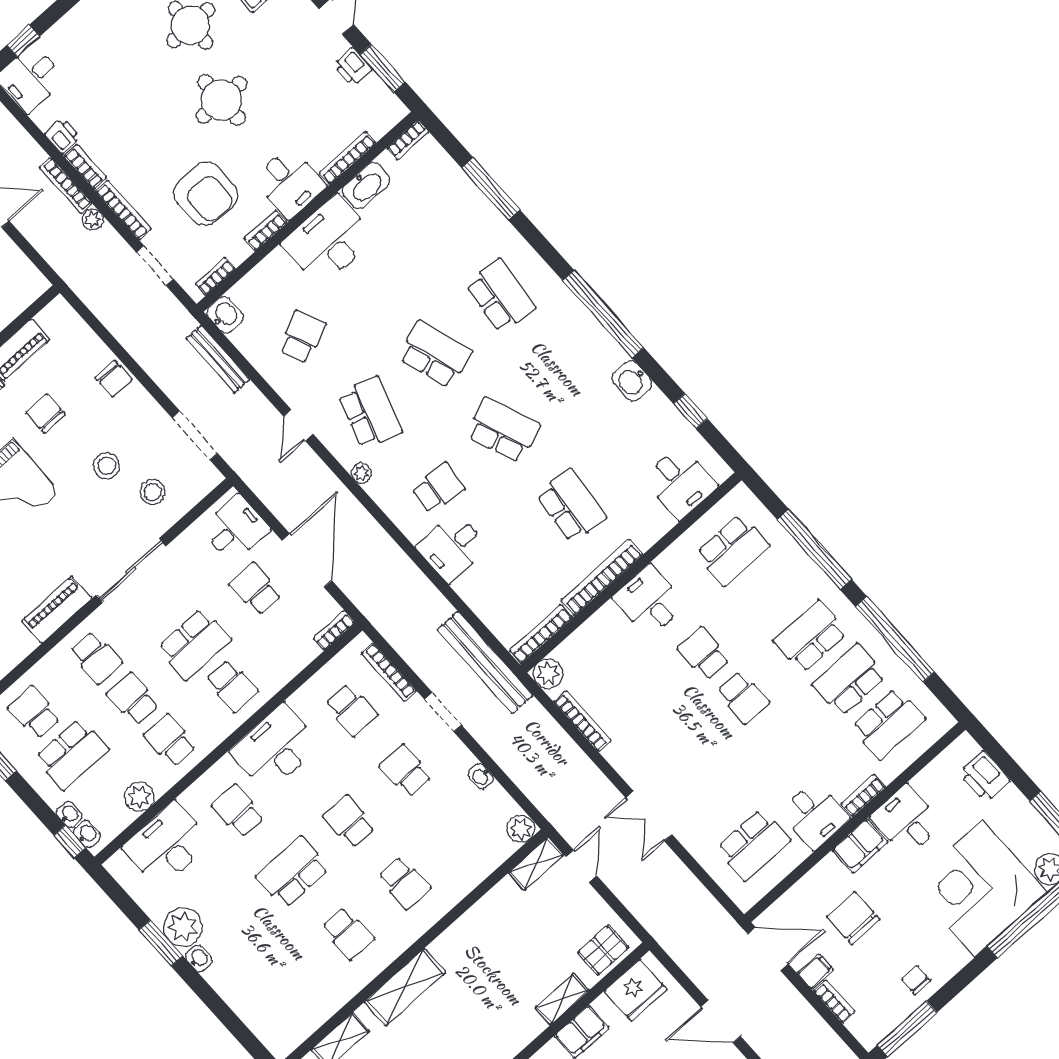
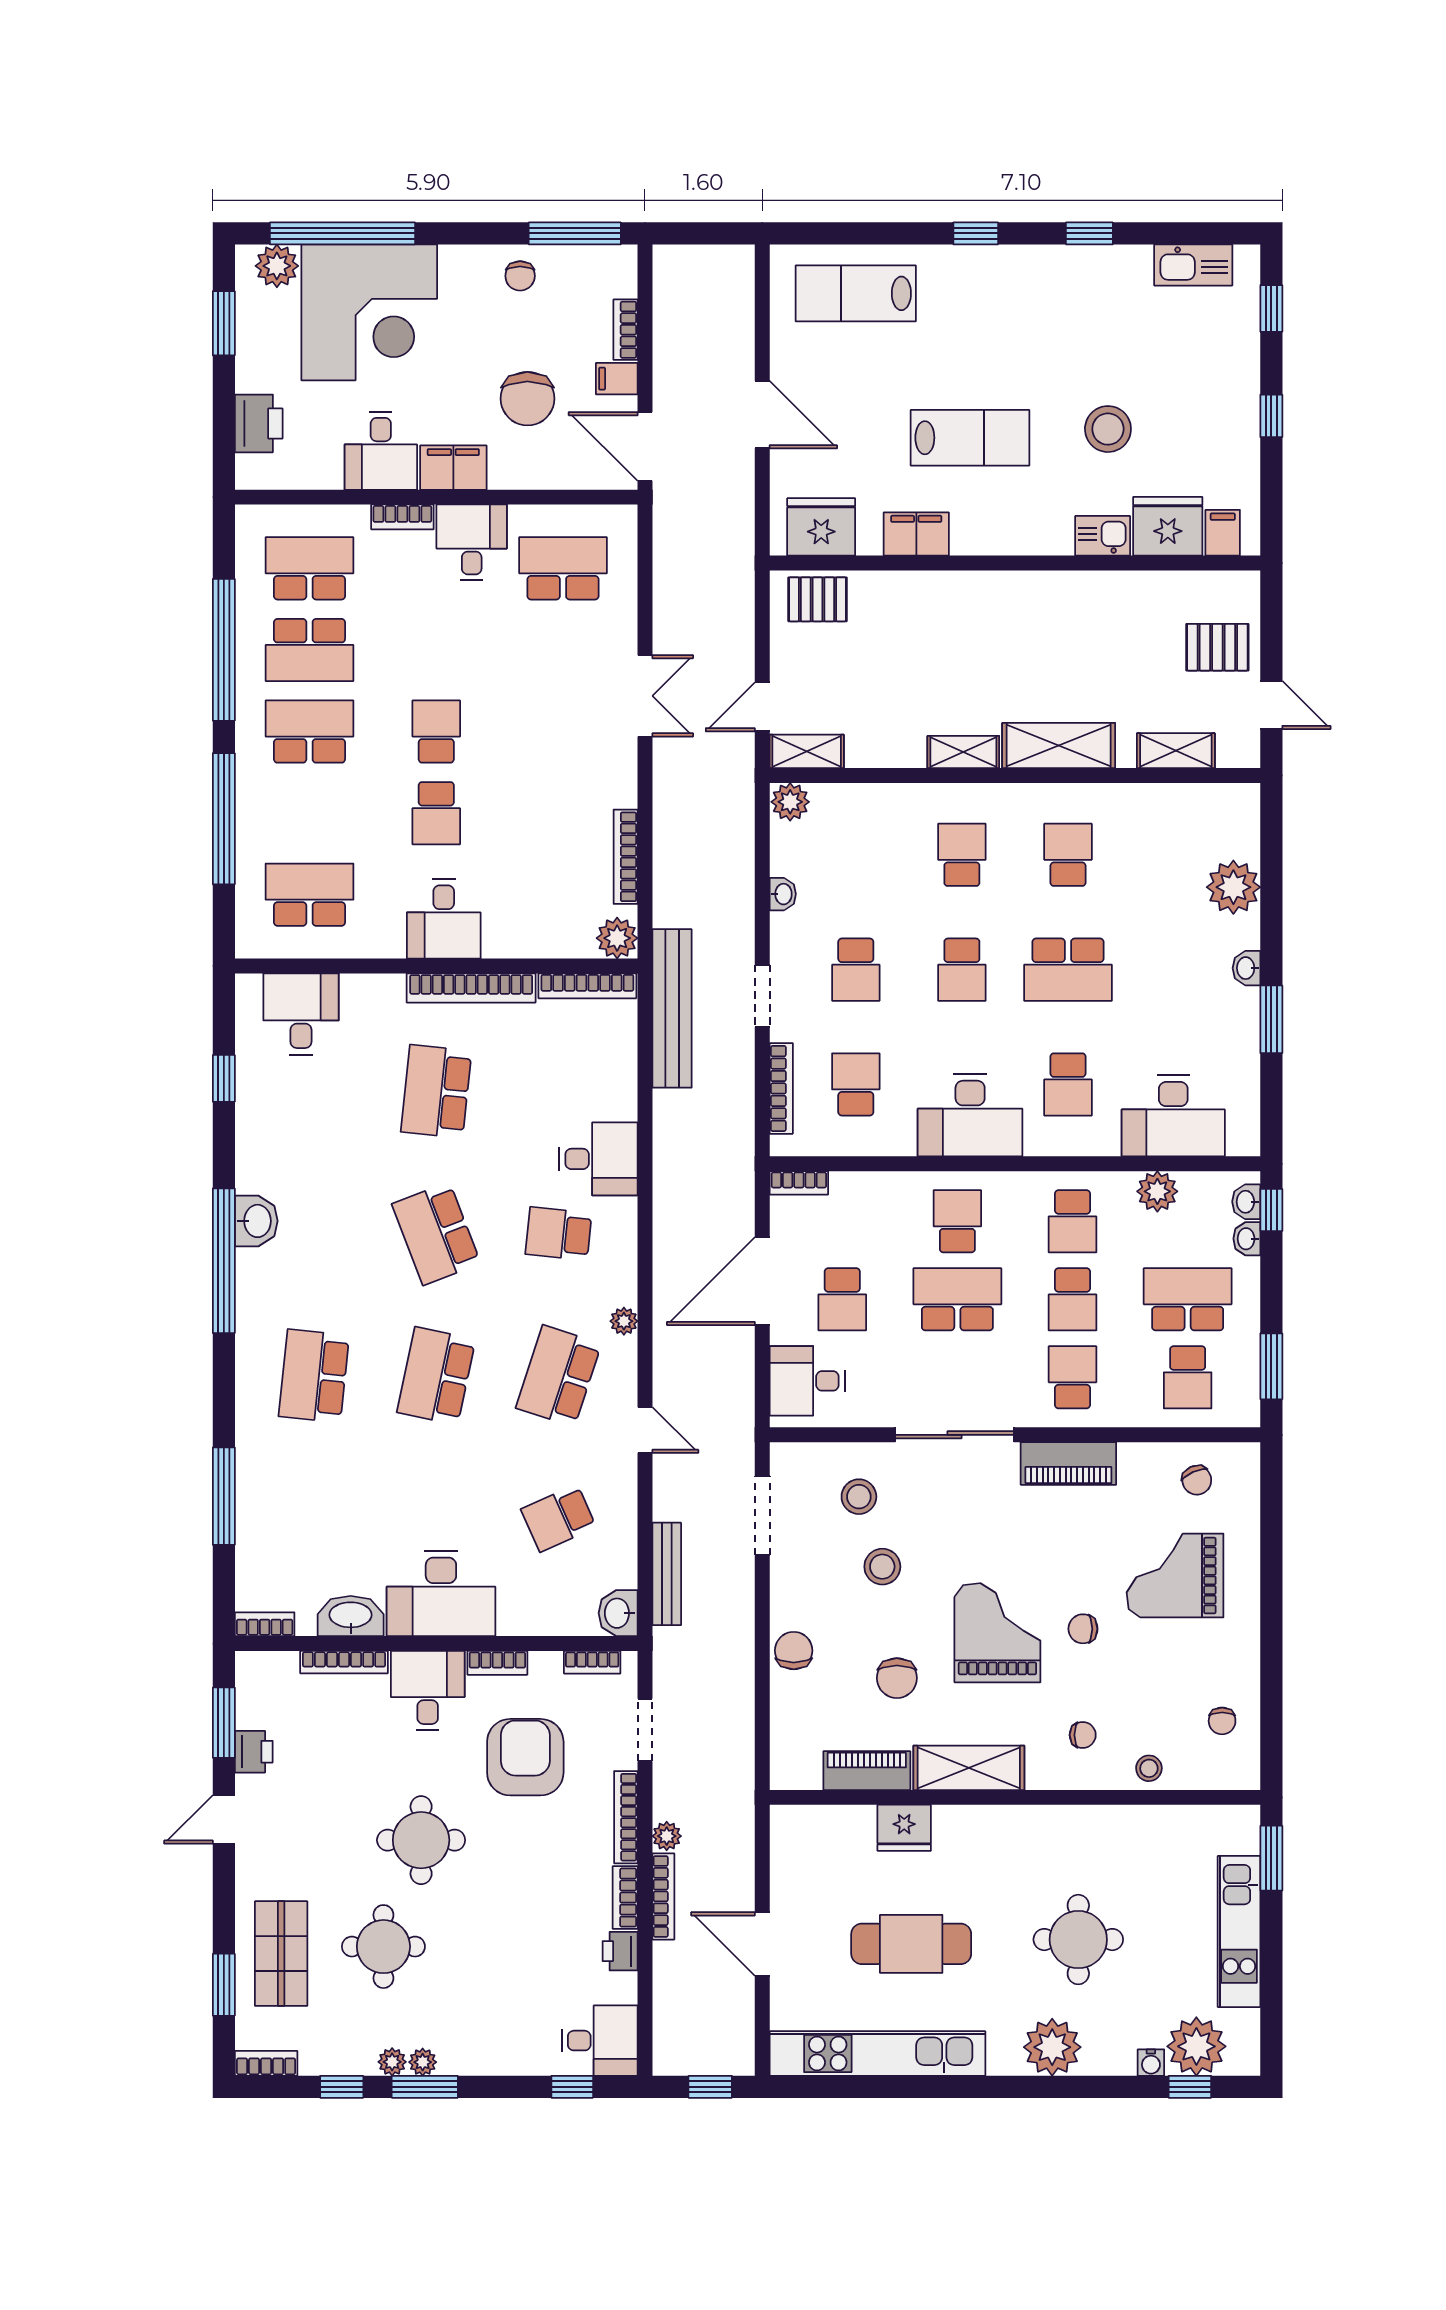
school desk: (435, 354) -> (436, 1376), turned 30
washbasin: (632, 381) -> (256, 1221), moved
door: (298, 425) -> (645, 1430), hinge flipped
school desk: (810, 637) -> (309, 732), turned 180
plant: (183, 927) -> (1233, 887), moved
shelving: (562, 999) -> (963, 752), moved

